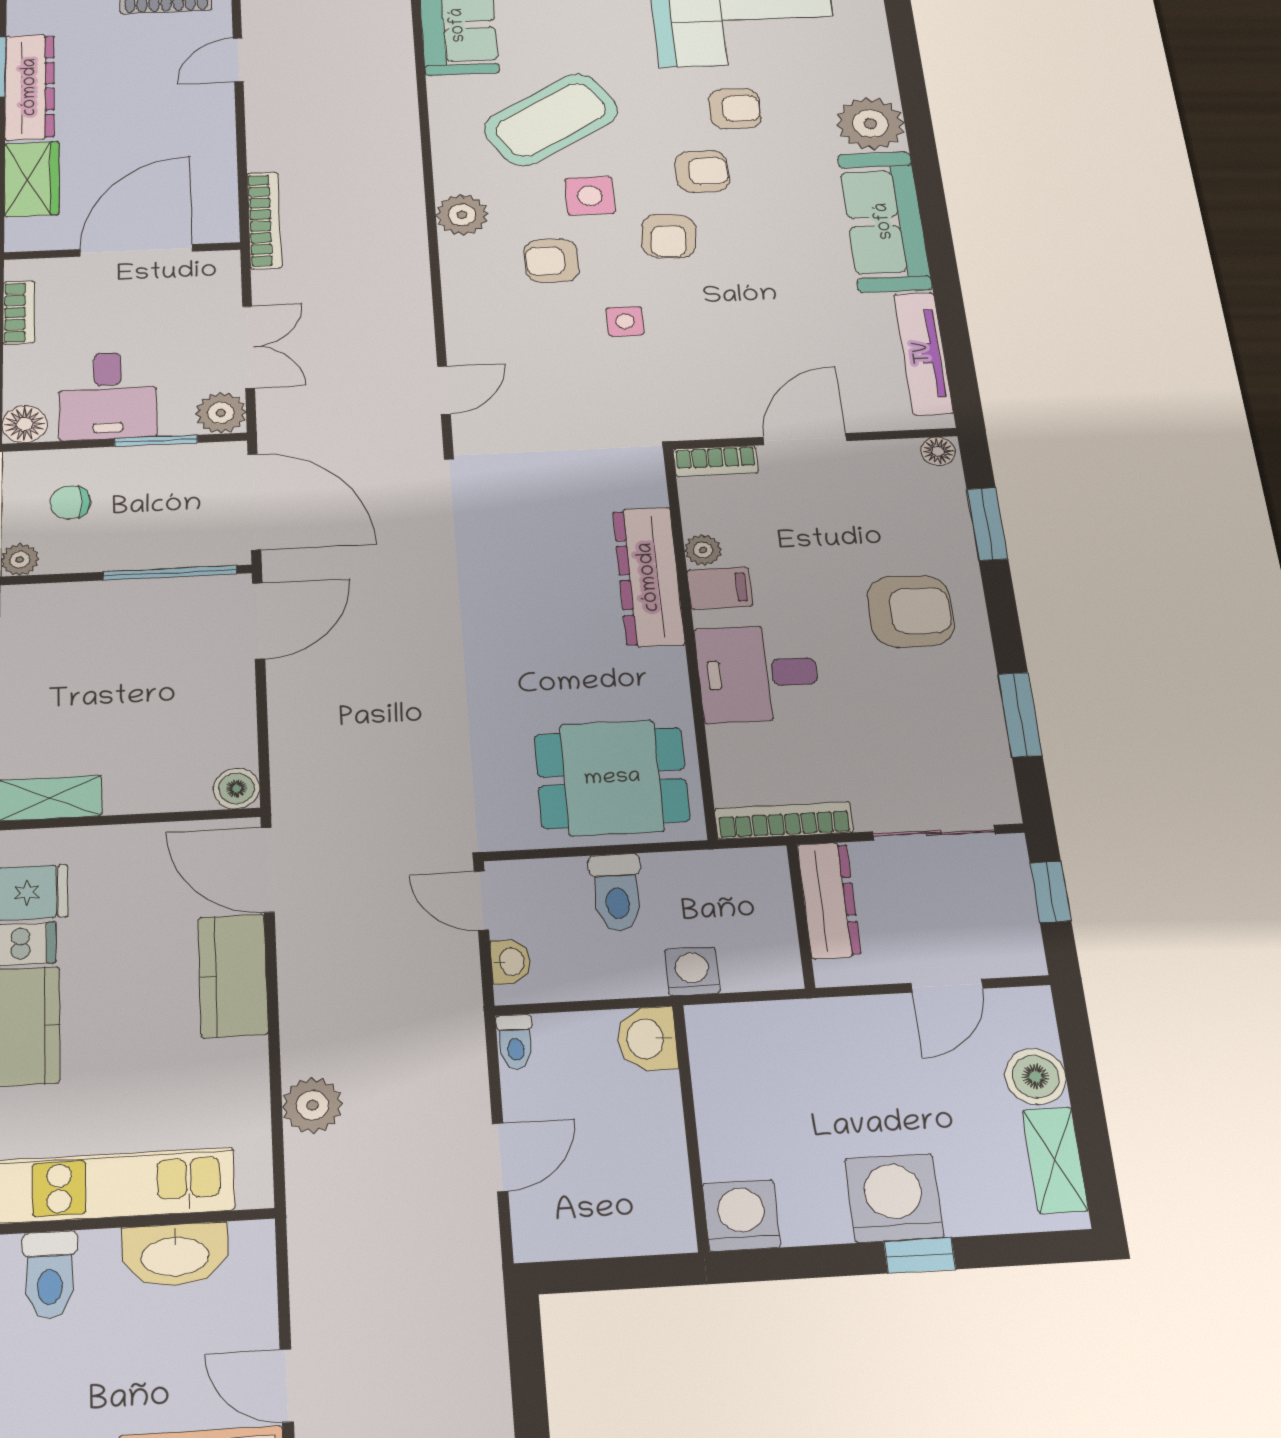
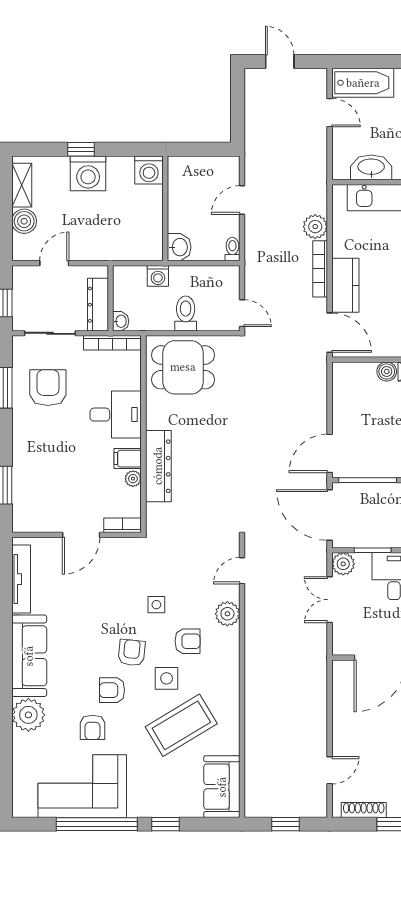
armchair: (735, 109) -> (92, 727), turned -90
plant: (462, 215) -> (227, 614), moved
bookcase: (264, 220) -> (320, 269), moved
floor lamp: (938, 451) -> (22, 525), removed
armchair: (911, 611) -> (48, 388), moved, turned 90
boiler: (236, 789) -> (387, 371), moved
washbasin: (511, 962) -> (121, 321), moved, turned 180

